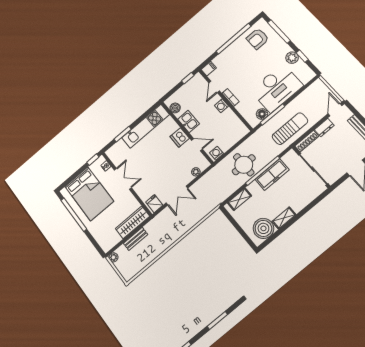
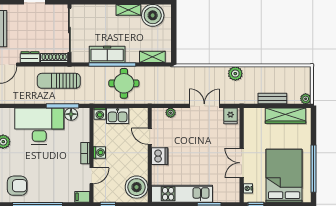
boiler: (175, 108) -> (137, 187), width x1.86, depth x1.86
kitchen sink: (189, 121) -> (118, 116), moved, turned -90
washing machine: (217, 153) -> (100, 114), moved
wardrobe: (132, 222) -> (286, 116), moved
plant: (174, 235) -> (235, 74), added

